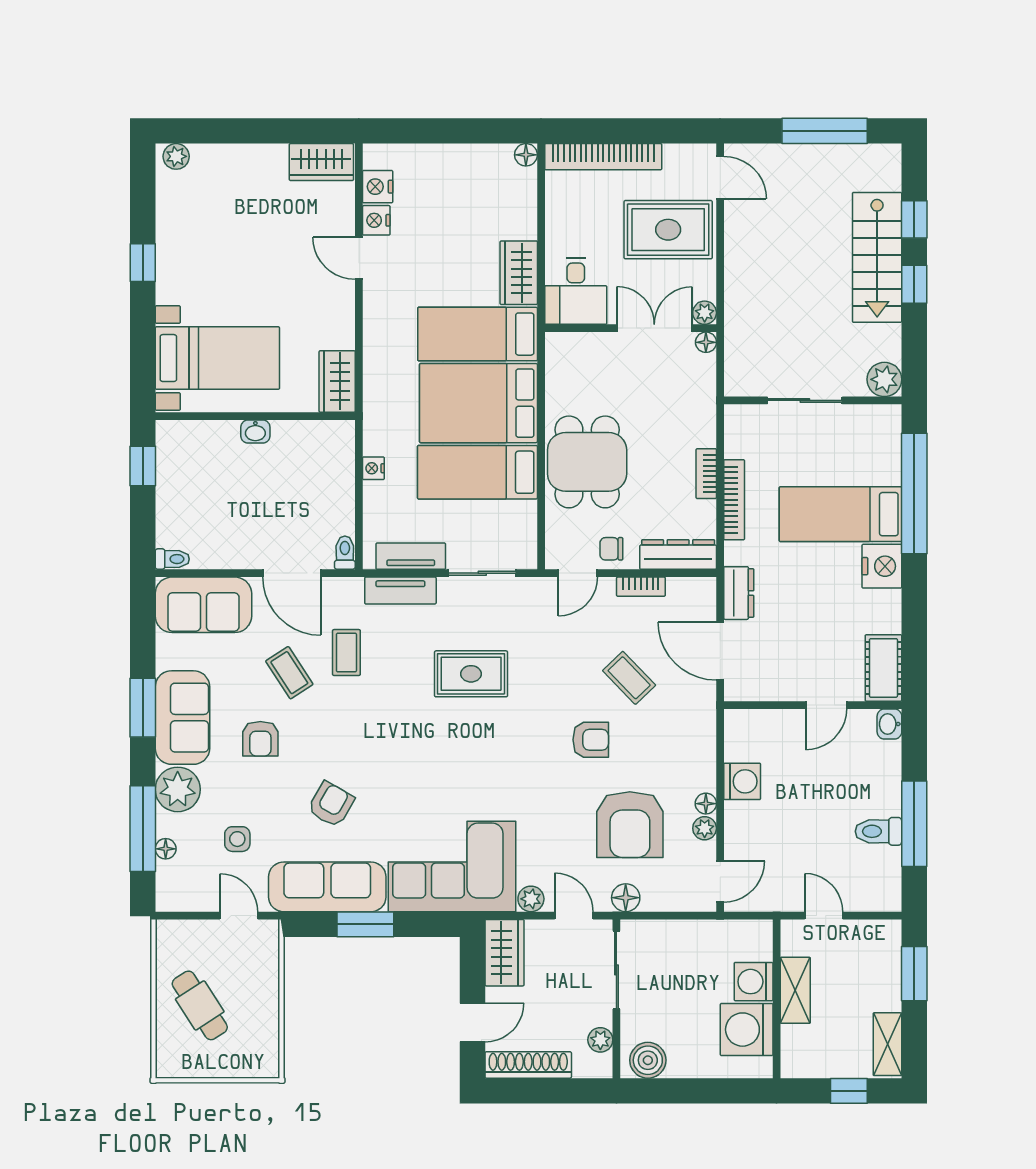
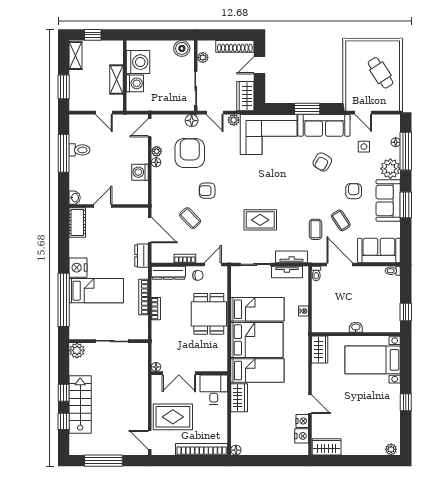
plant: (705, 313) -> (157, 380), removed

